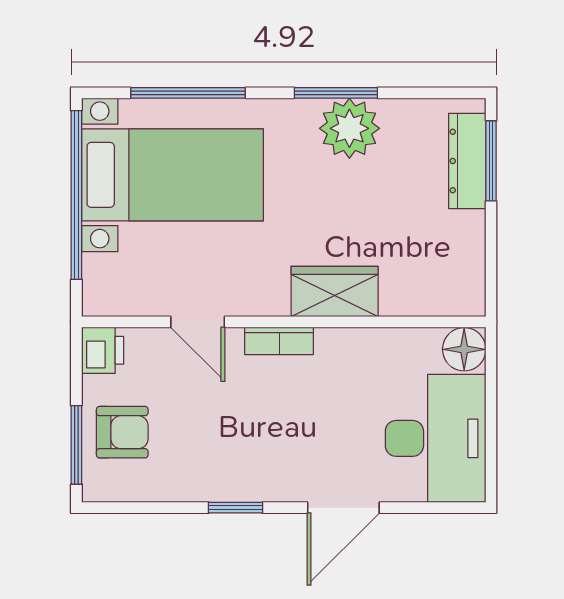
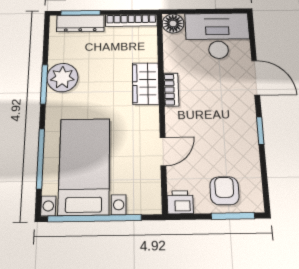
bookcase: (472, 264) -> (131, 20), added
bookcase: (279, 341) -> (171, 90), moved

